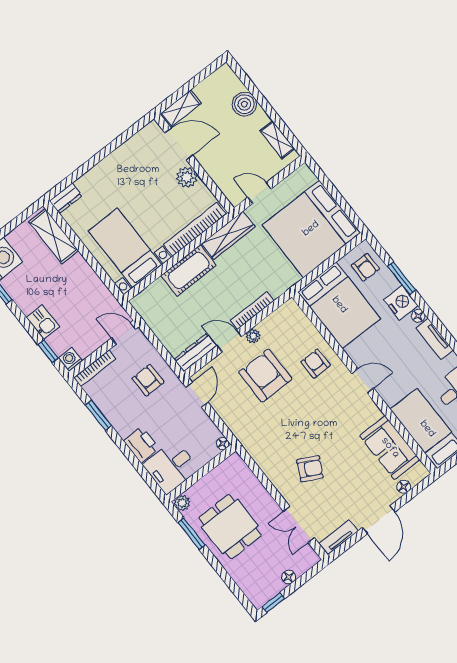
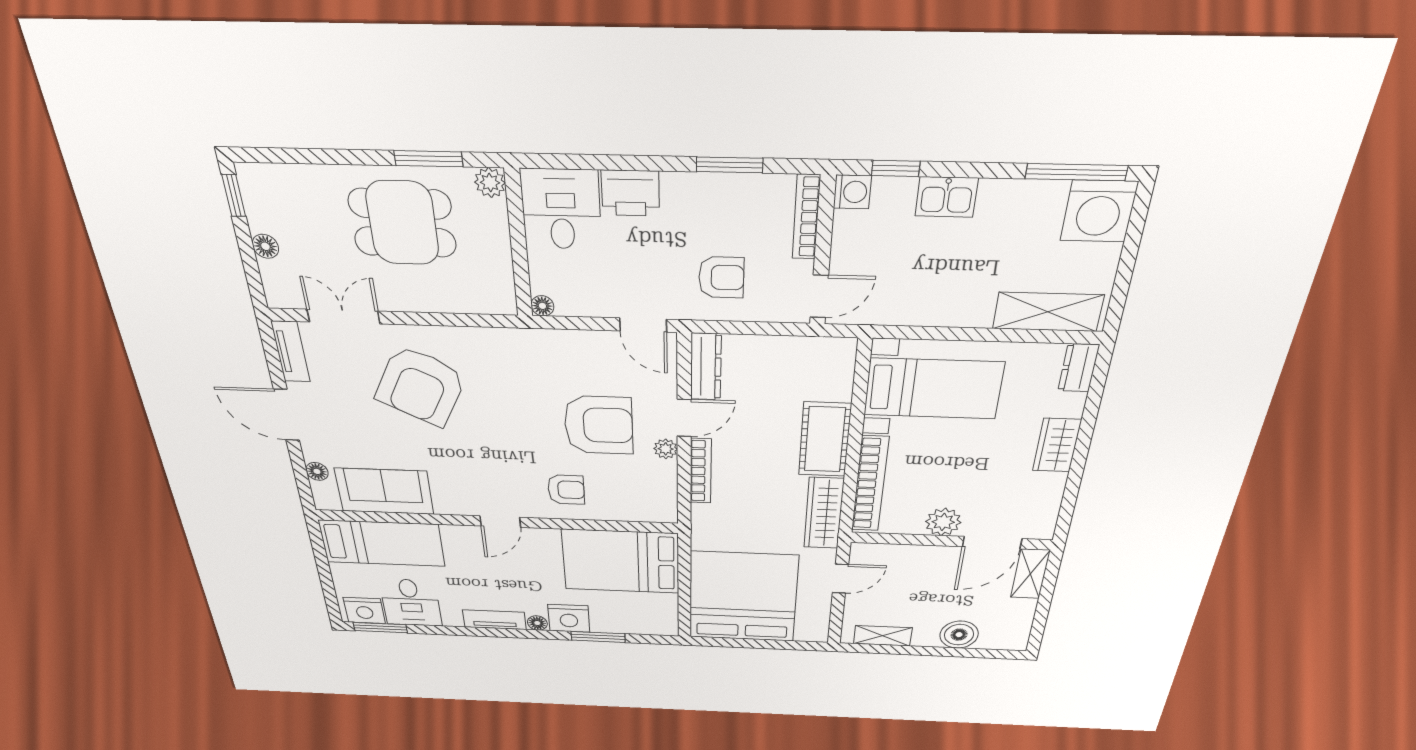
wardrobe: (107, 169) -> (1057, 445), added
armchair: (365, 267) -> (644, 615), removed
armchair: (310, 469) -> (421, 386), width x1.88, depth x1.88

